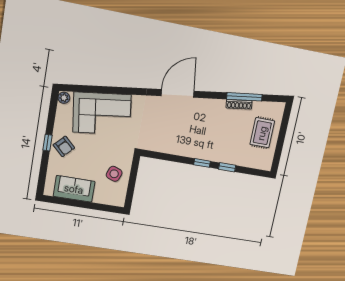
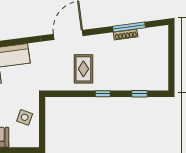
rug: (262, 133) -> (83, 69), moved
window: (227, 167) -> (140, 94), moved

